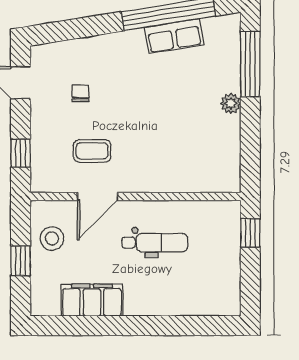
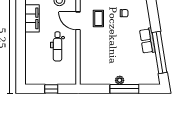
row of seats: (174, 36) -> (147, 41), moved
window: (250, 64) -> (124, 89), moved
window: (250, 233) -> (51, 89), moved

